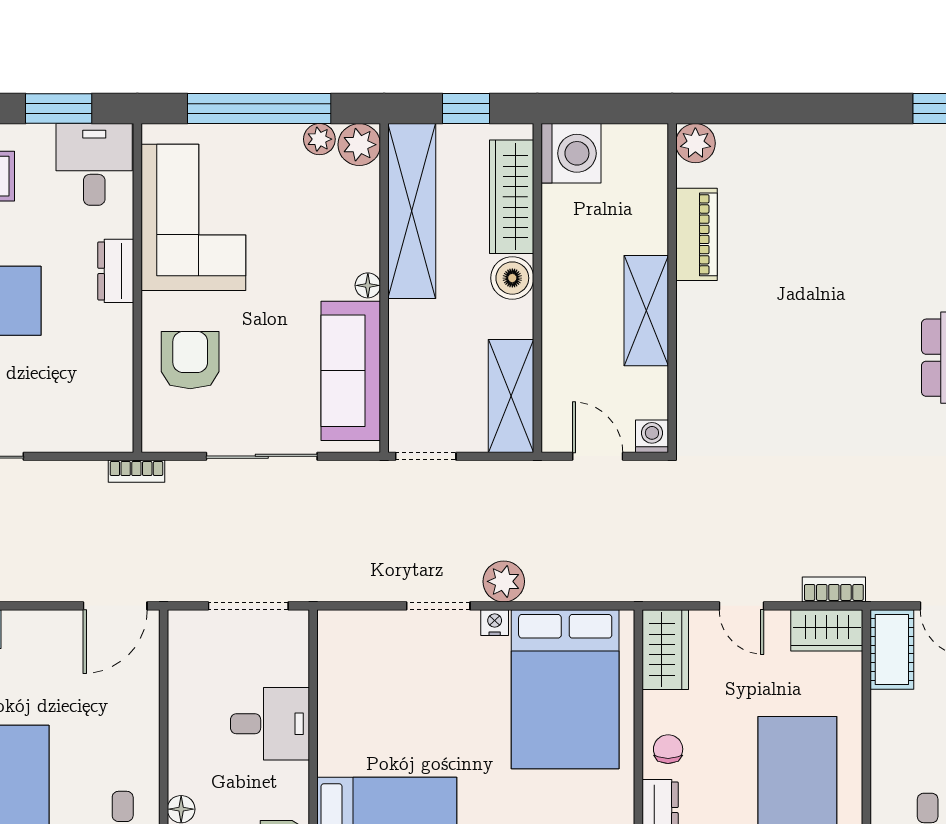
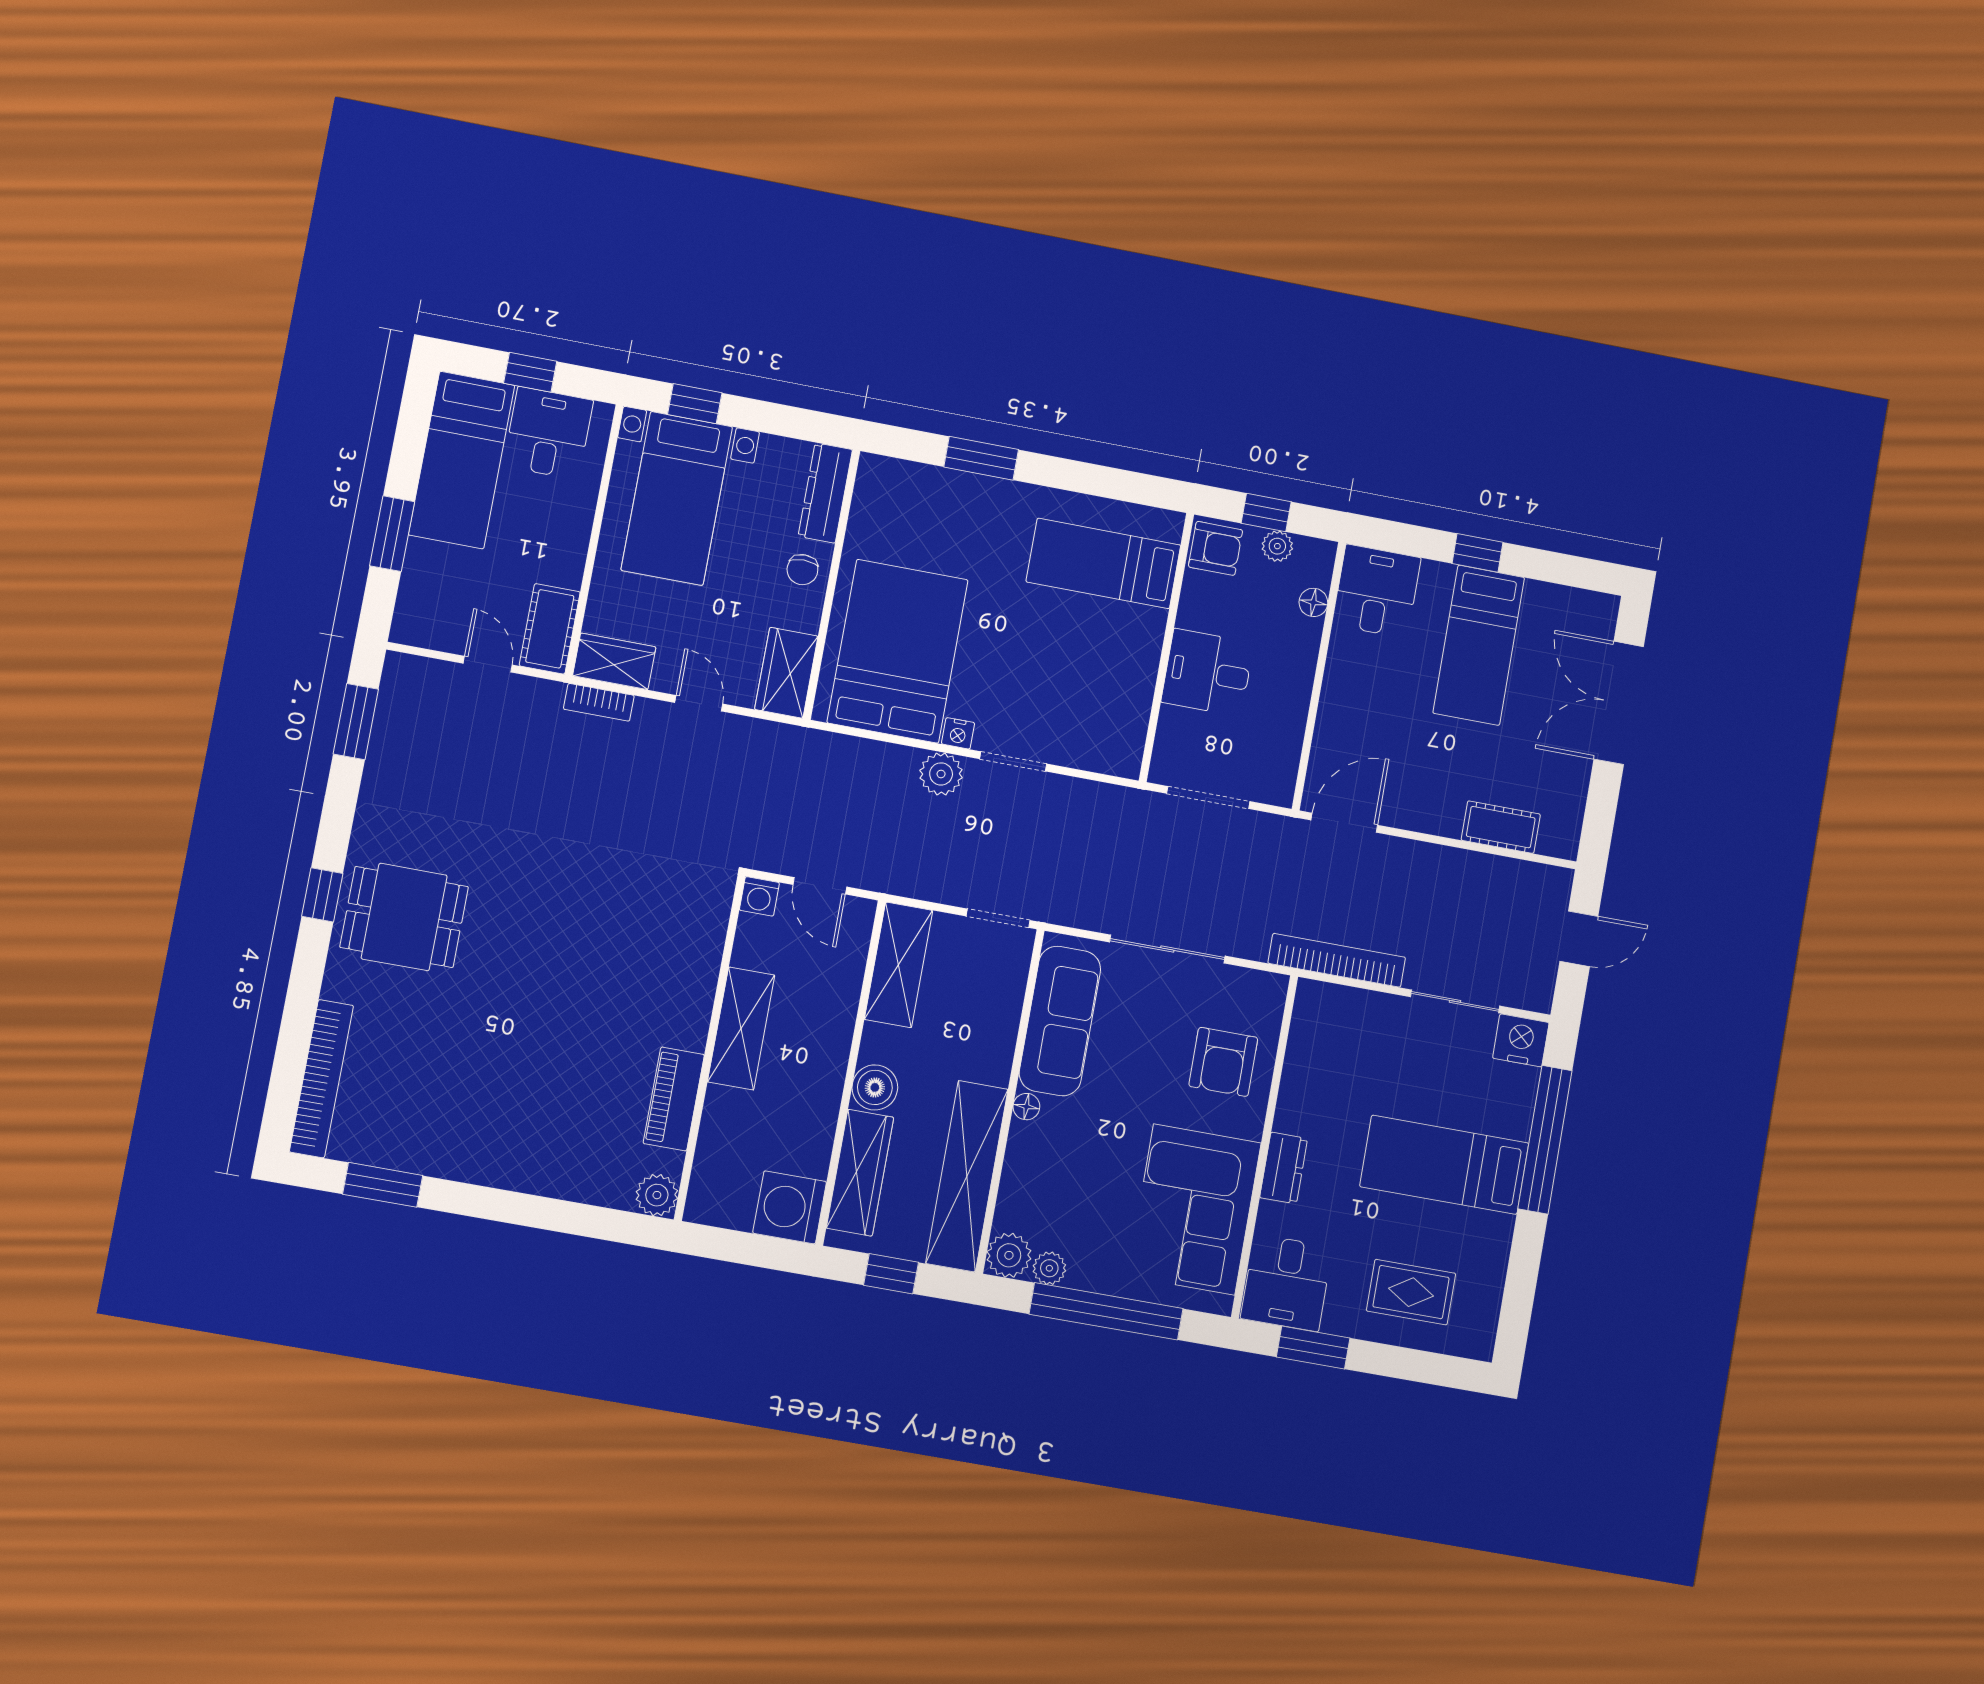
bookcase: (136, 471) -> (1337, 960), width x2.31, depth x1.31

